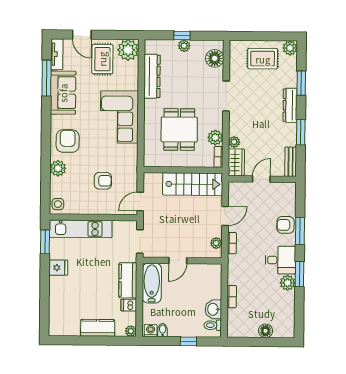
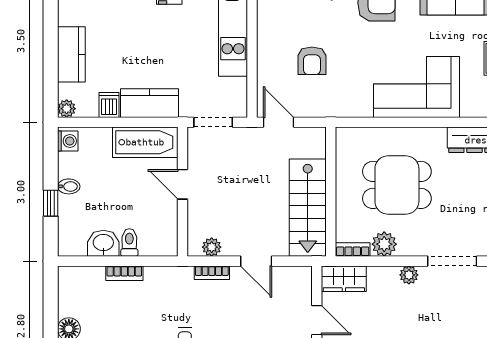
plant: (234, 142) -> (409, 275), moved
toilet: (213, 325) -> (129, 243), moved
bidet: (163, 330) -> (69, 186), moved

